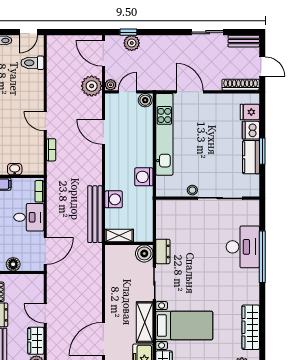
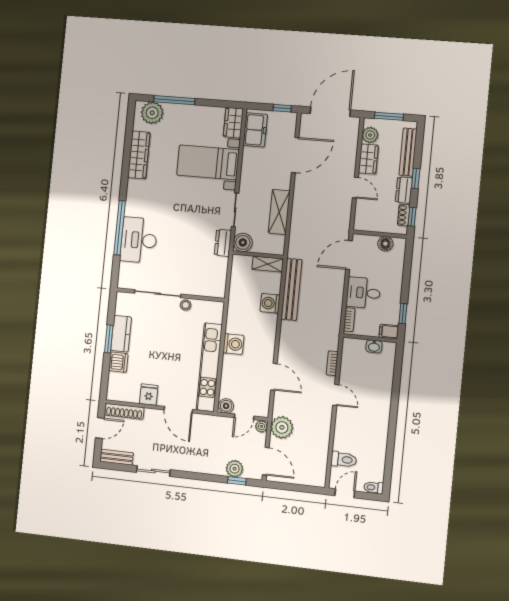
door: (262, 67) -> (100, 428), swing flipped
fridge: (250, 112) -> (149, 395), moved, turned -90
washing machine: (144, 177) -> (233, 344), moved
shelving: (145, 322) -> (279, 212), moved

